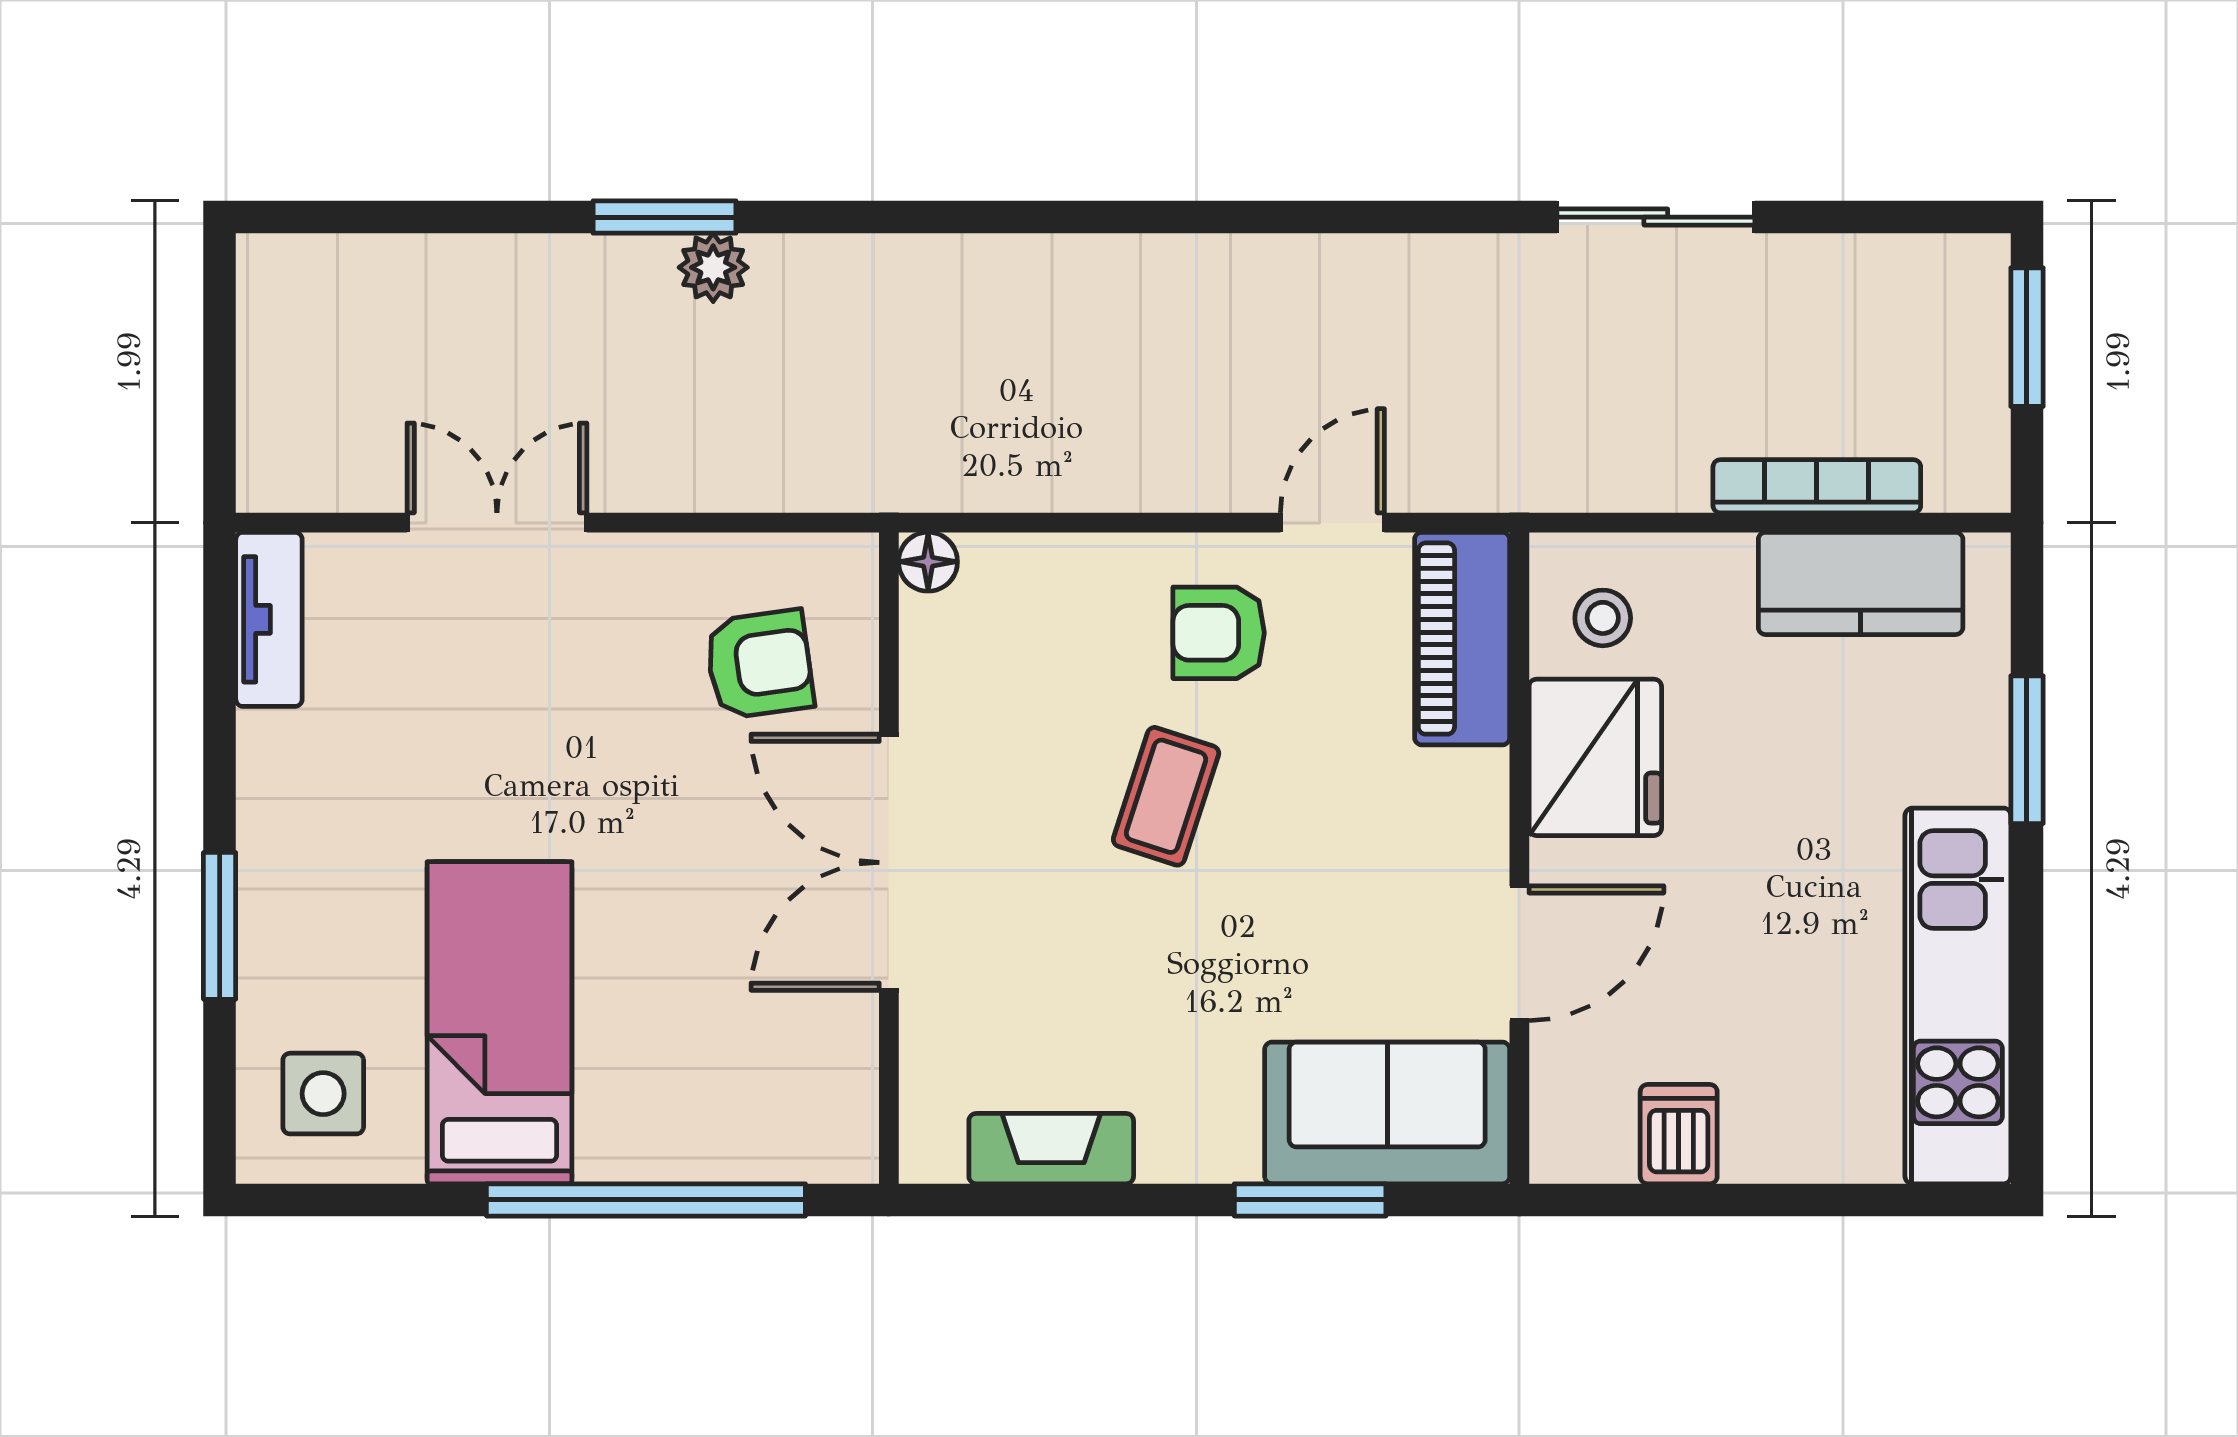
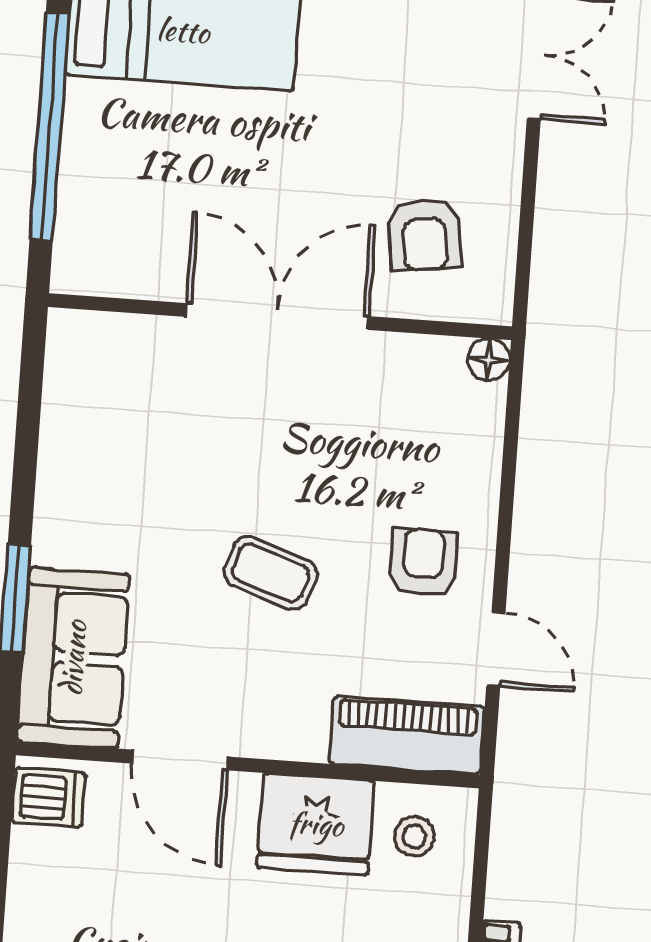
coffee table: (1166, 796) -> (270, 573), moved
dishwasher: (1679, 1134) -> (48, 797), moved
fireplace: (1051, 1149) -> (65, 417), removed

